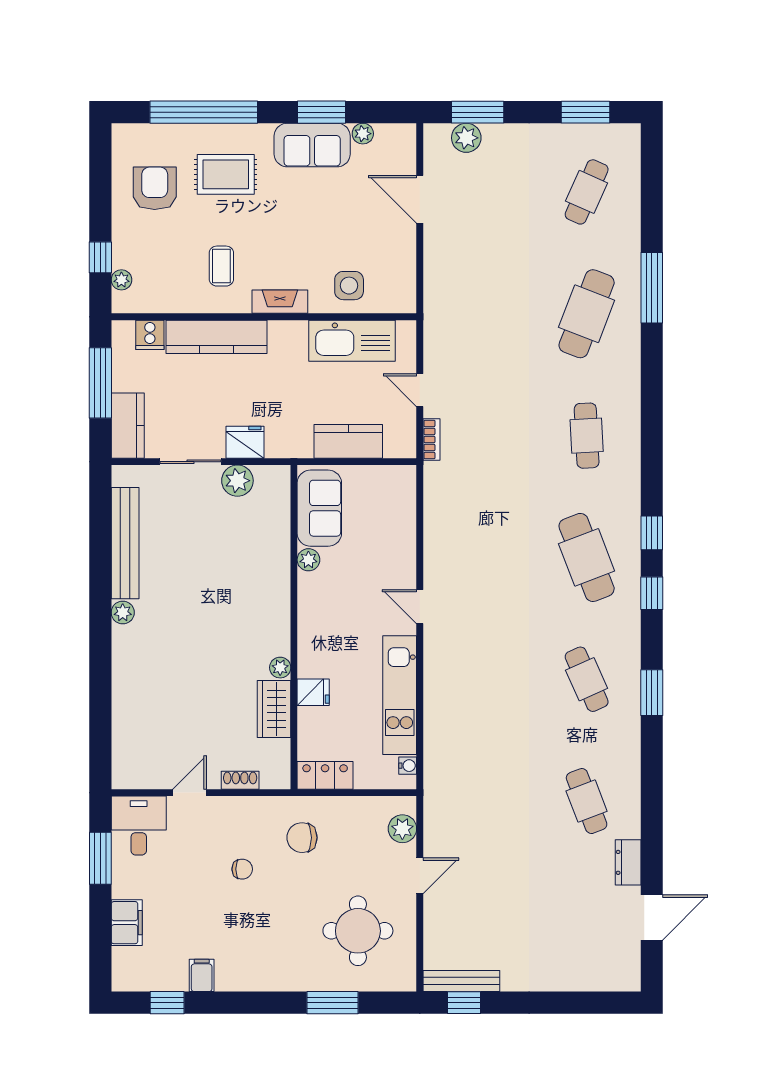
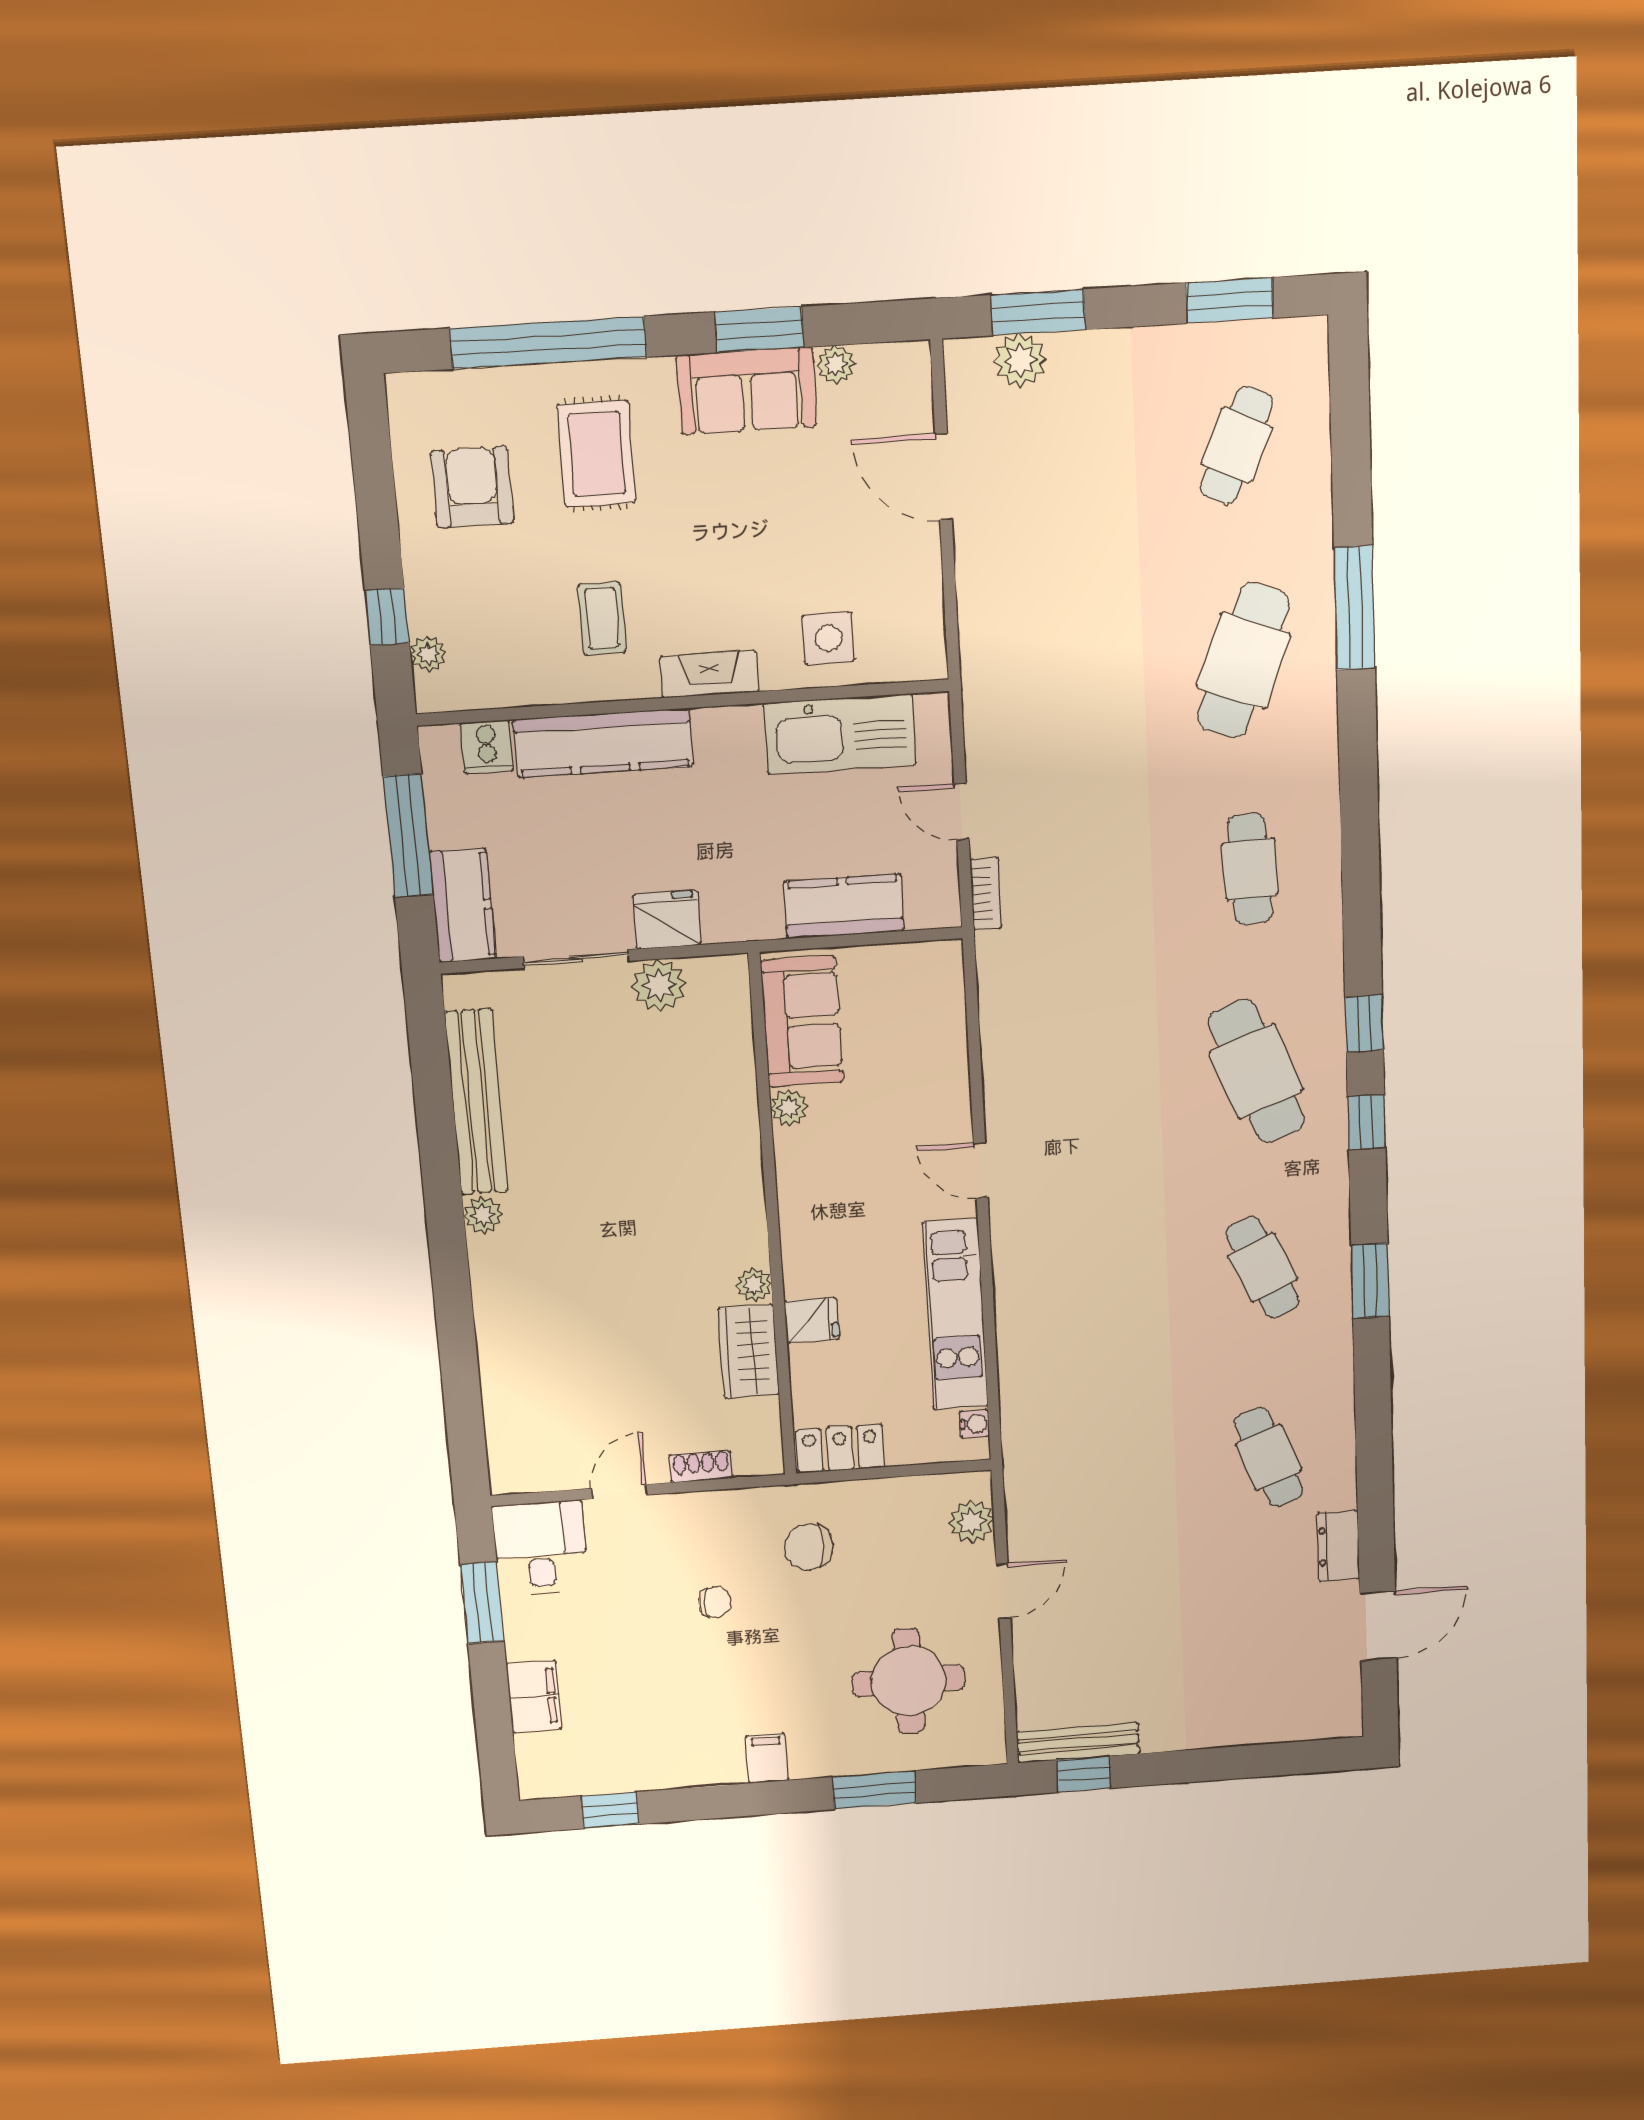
rug: (226, 174) -> (597, 454), turned 90
filing cabinet: (202, 975) -> (767, 1758), moved

